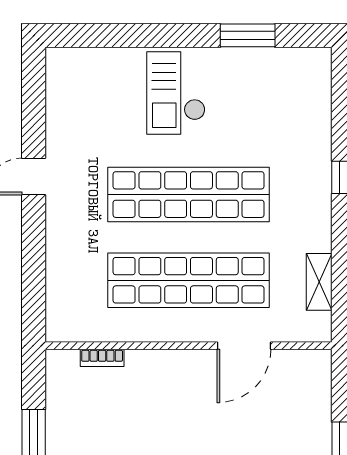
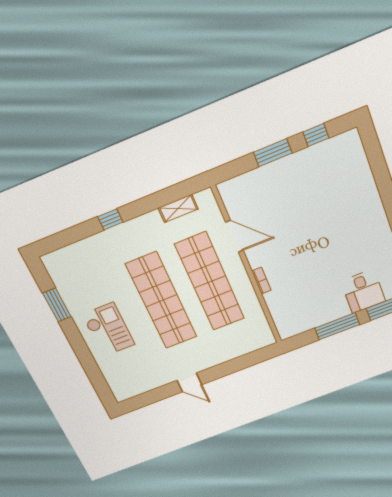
checkout: (176, 93) -> (108, 330), turned -90
bookcase: (102, 358) -> (261, 281), moved

